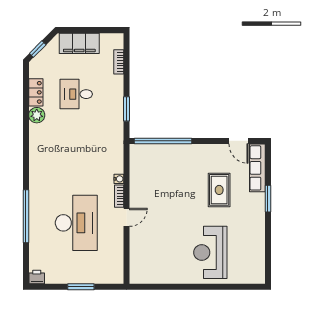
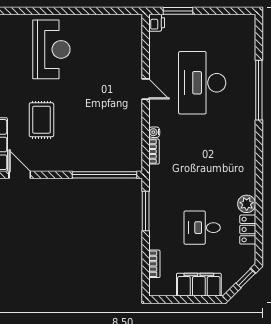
desk: (76, 94) -> (202, 228), turned 180
window: (127, 109) -> (146, 211), width x1.44
bookcase: (119, 196) -> (154, 152), moved
door: (127, 217) -> (146, 89), swing flipped
printer: (37, 277) -> (157, 23), moved, turned -90
window: (81, 287) -> (178, 11), moved

